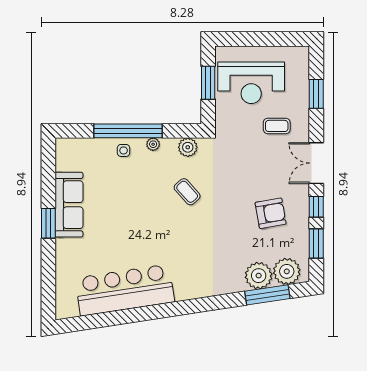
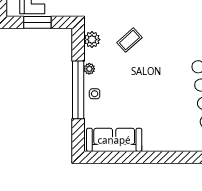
sofa: (69, 205) -> (114, 140), moved
window: (48, 223) -> (156, 157), removed

